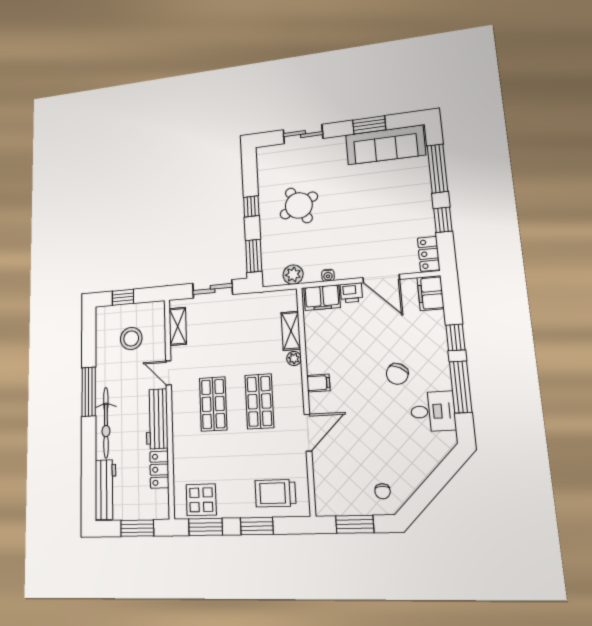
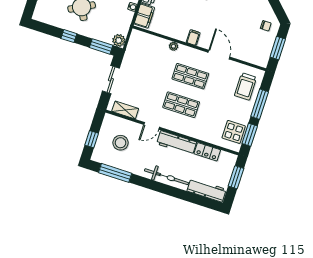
plant: (293, 275) -> (119, 40), moved
shelving: (291, 331) -> (156, 42), removed
window: (89, 392) -> (115, 173), moved
window: (257, 526) -> (260, 104), width x1.44

